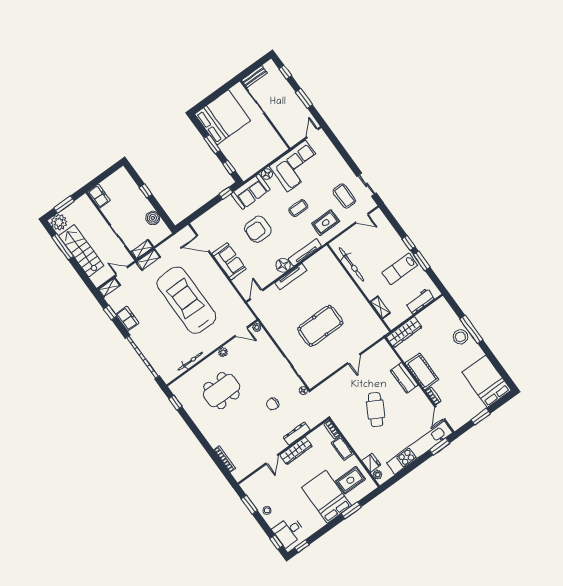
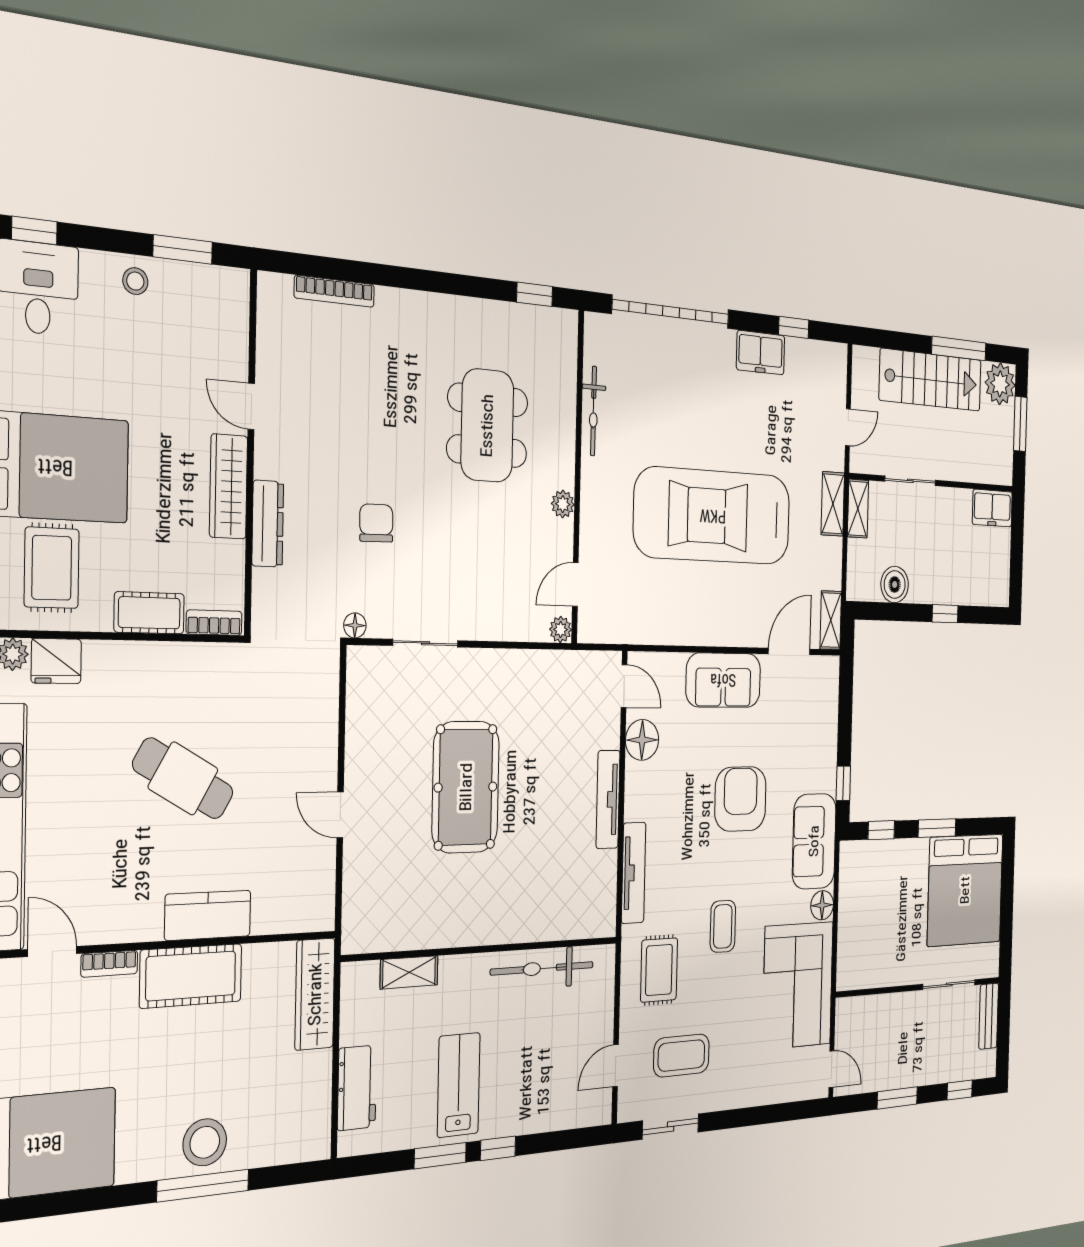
floor lamp: (283, 265) -> (642, 740), moved
shelving: (109, 288) -> (831, 620), moved
car: (186, 300) -> (713, 516), turned 180

